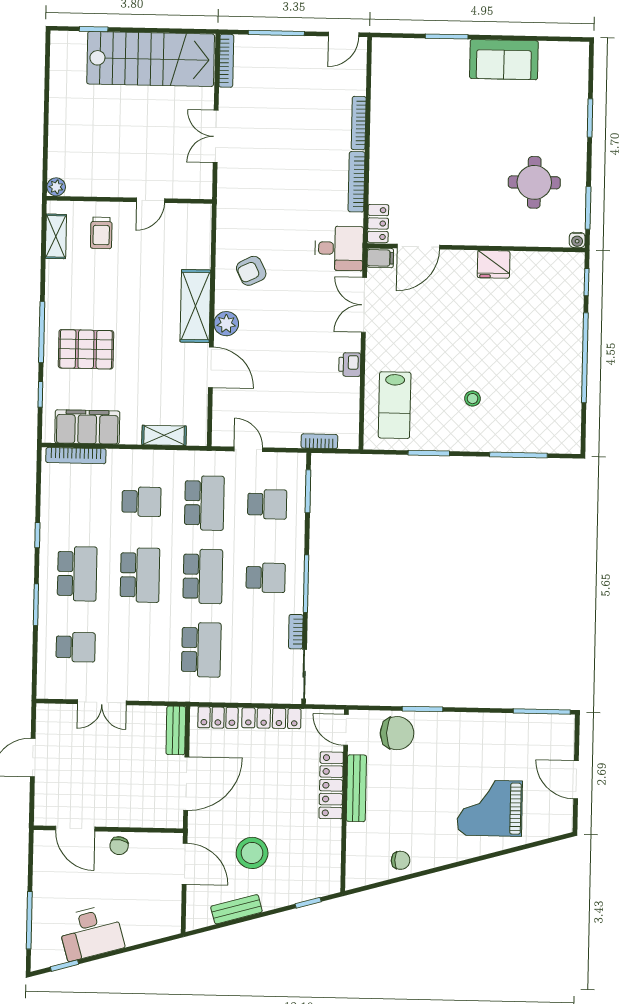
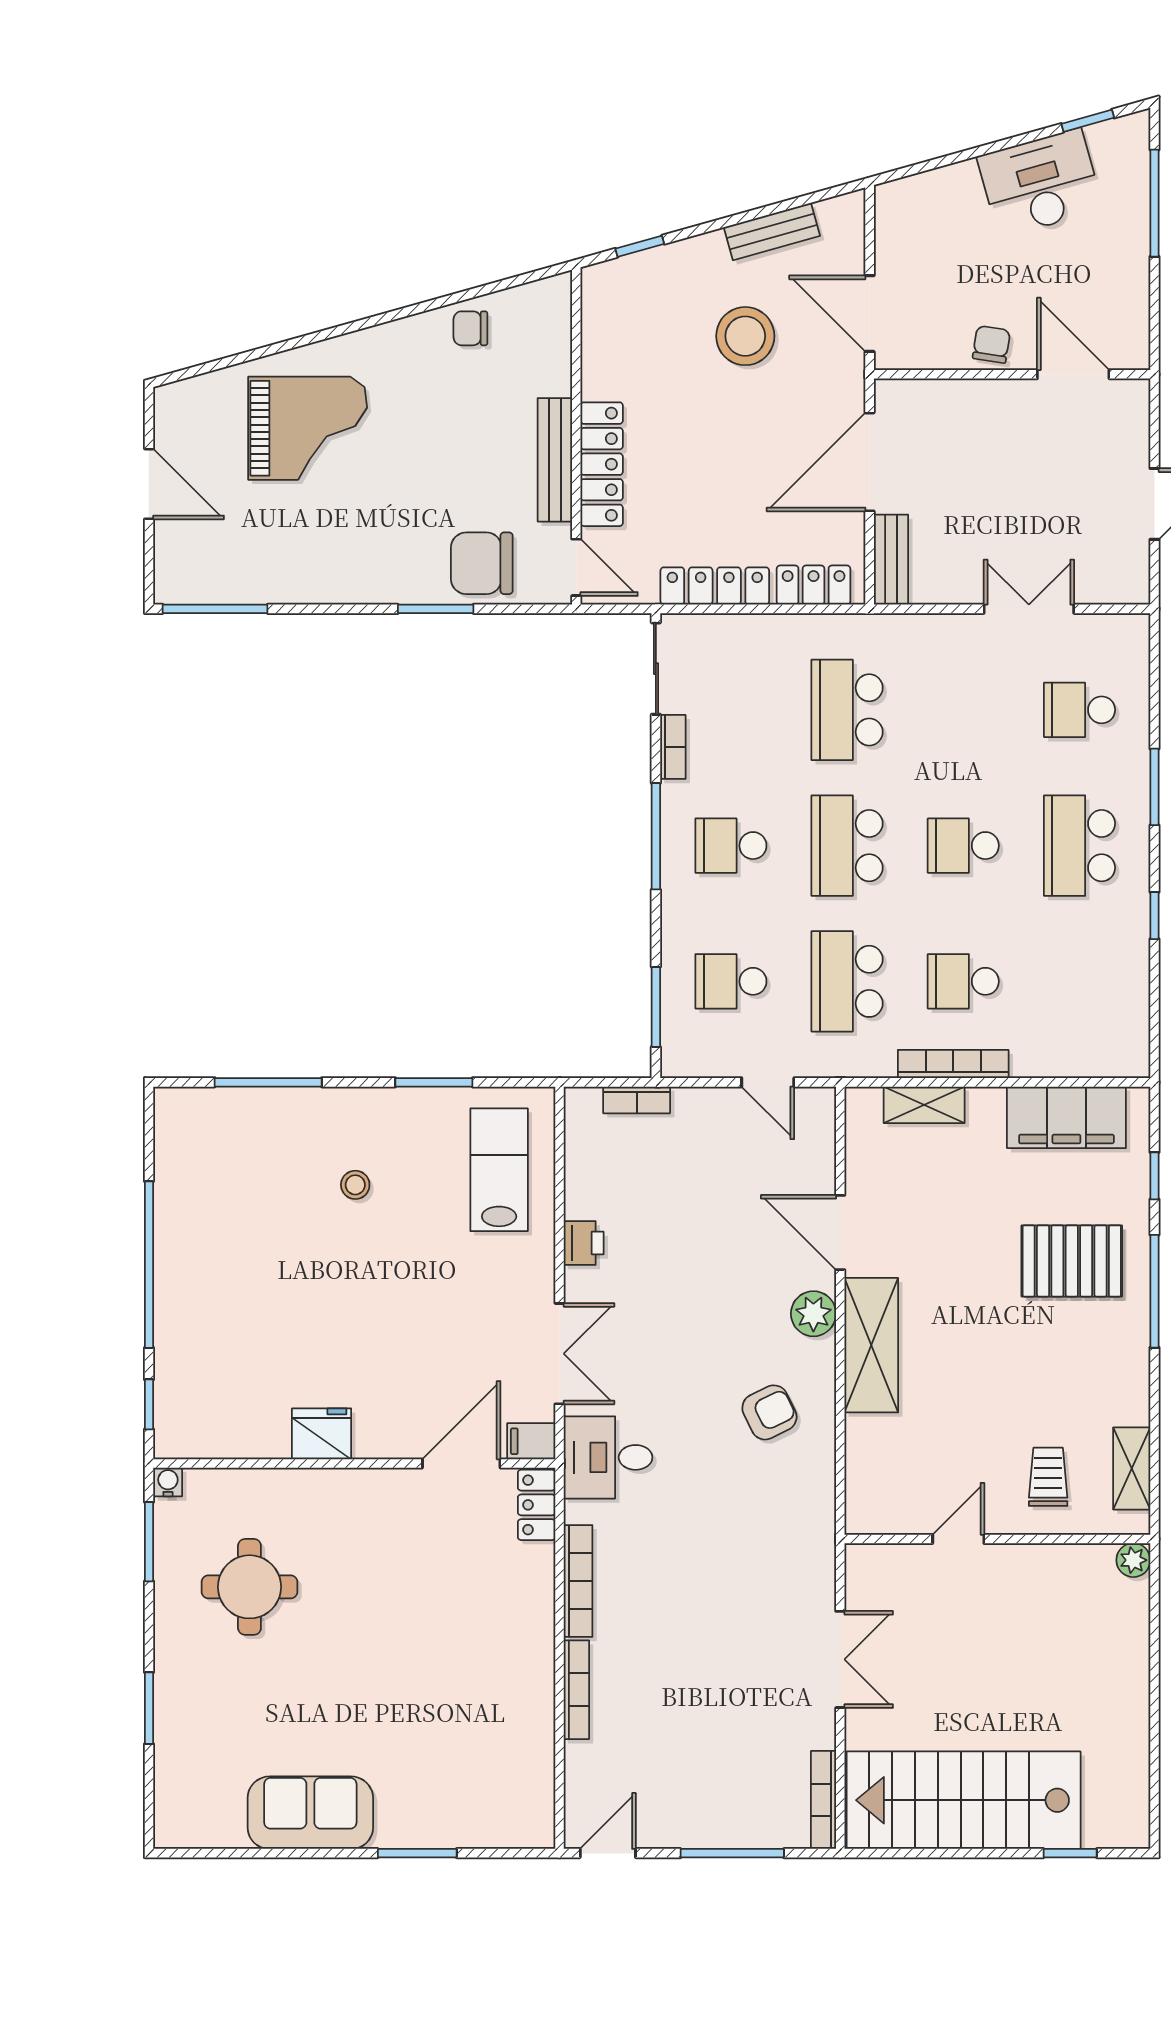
bookcase: (76, 456) -> (953, 1064), moved
school desk: (140, 575) -> (963, 846), width x0.54

